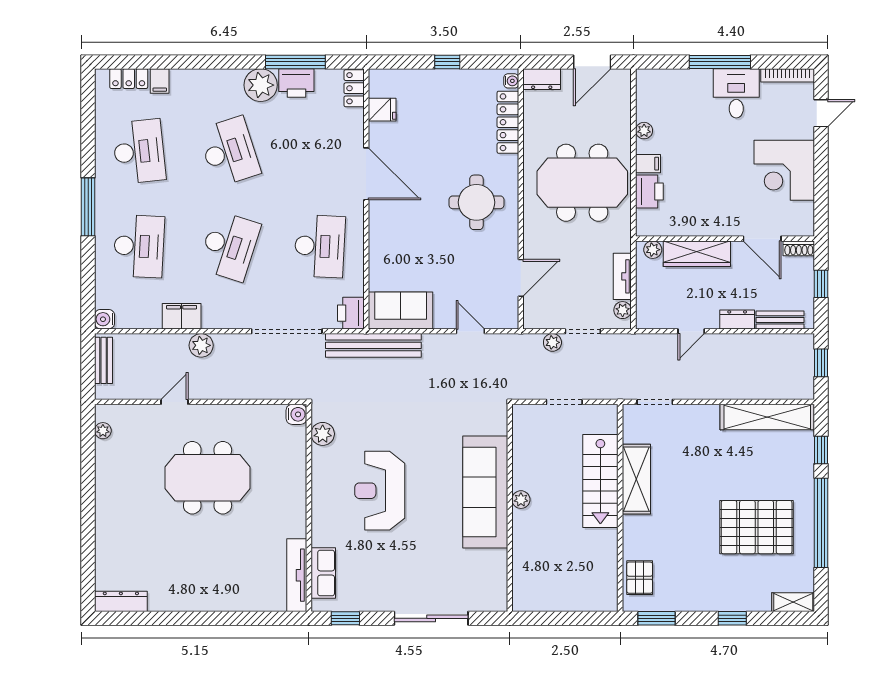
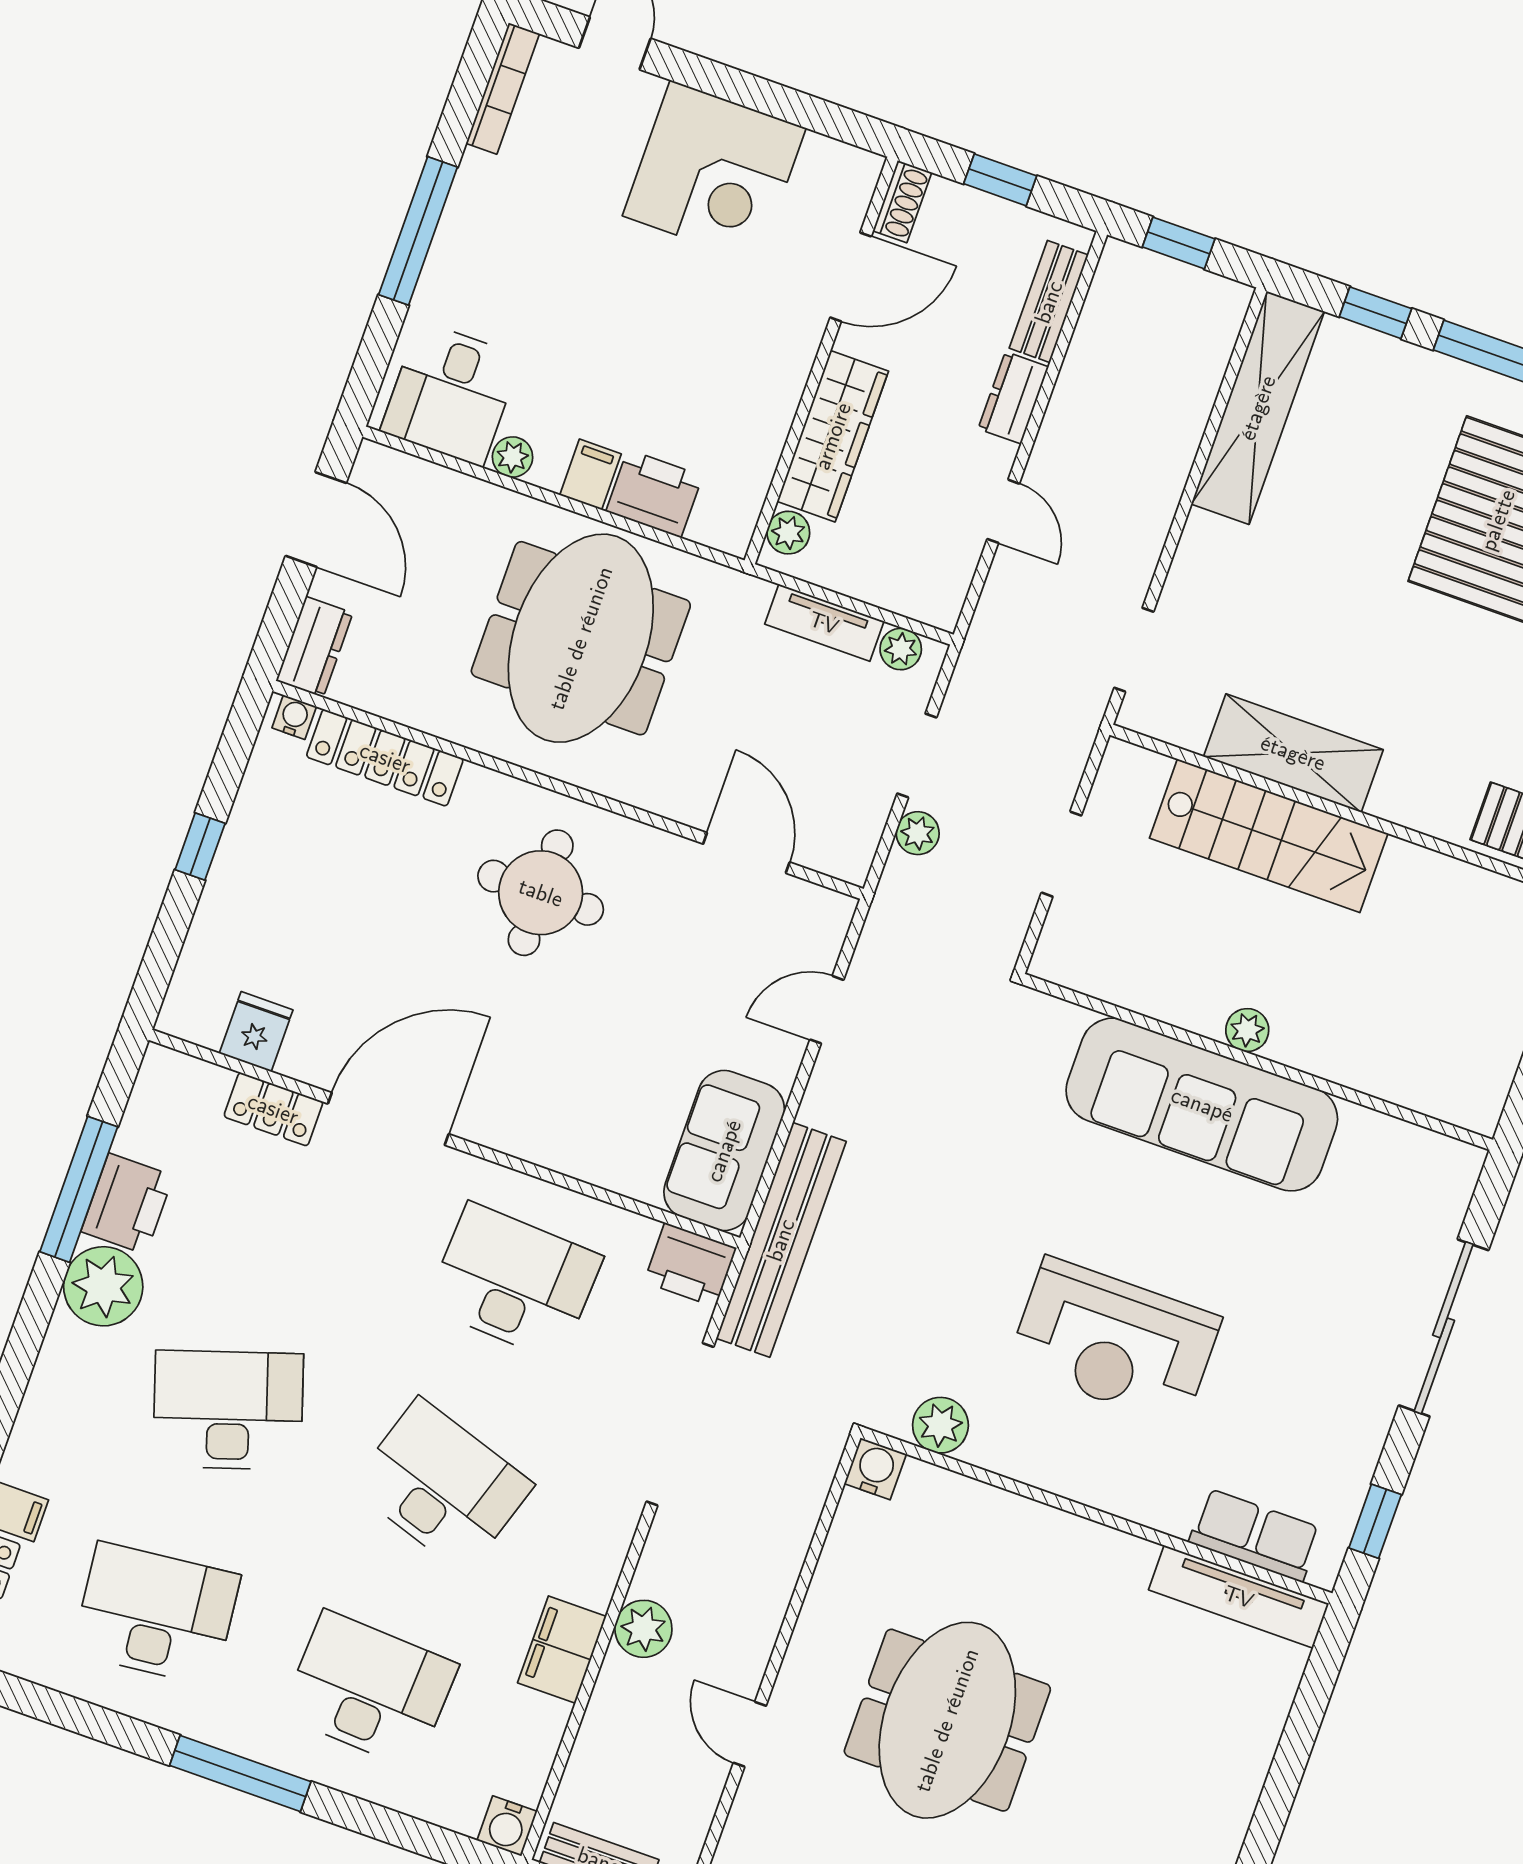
locker: (354, 88) -> (273, 1109), moved
desk: (736, 93) -> (451, 394), moved, turned -90

